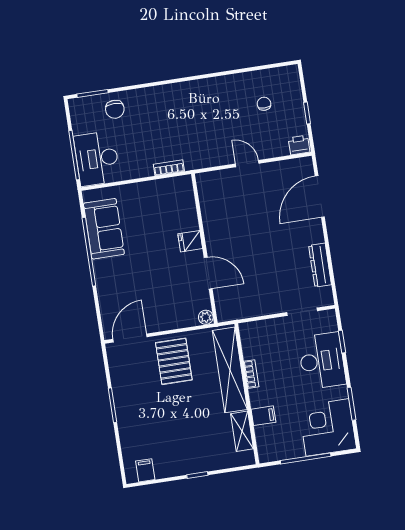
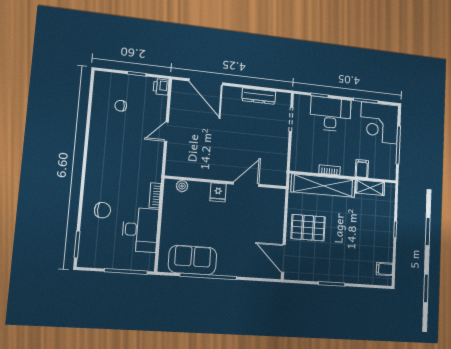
chair: (115, 109) -> (102, 210), moved
desk: (97, 159) -> (140, 230), moved, turned -90
plant: (206, 317) -> (182, 186), moved

